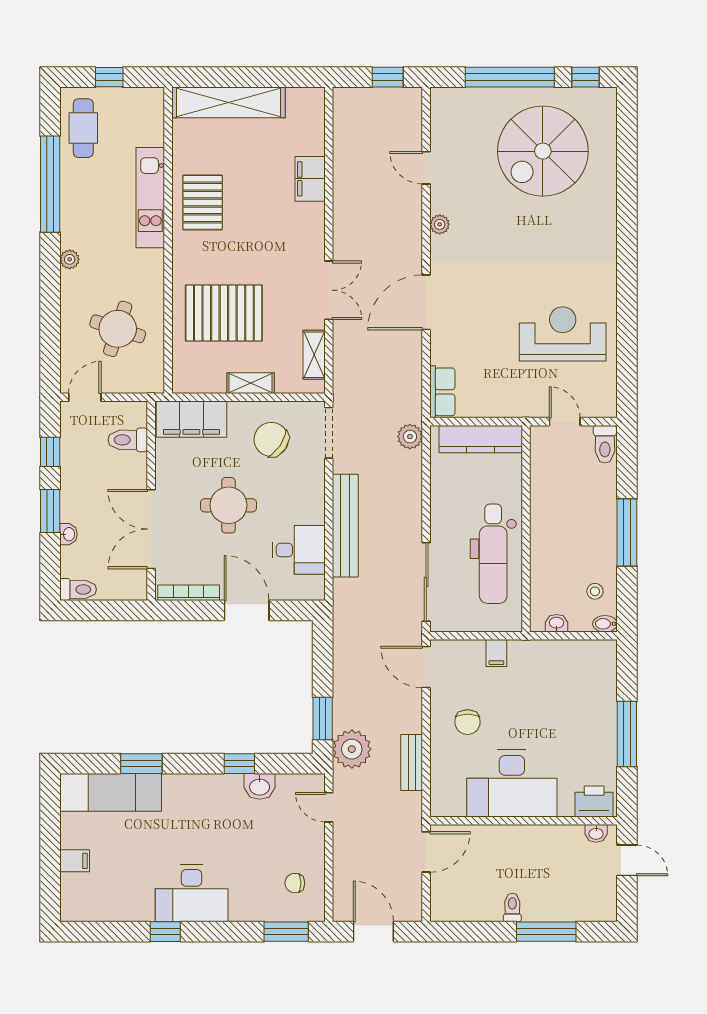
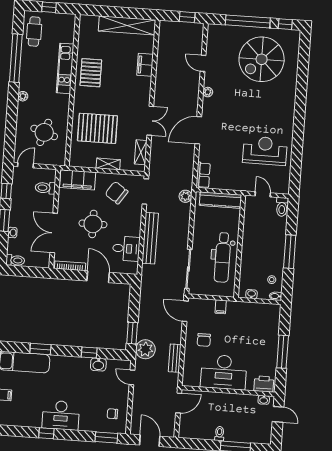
shelving: (228, 102) -> (127, 25), moved

